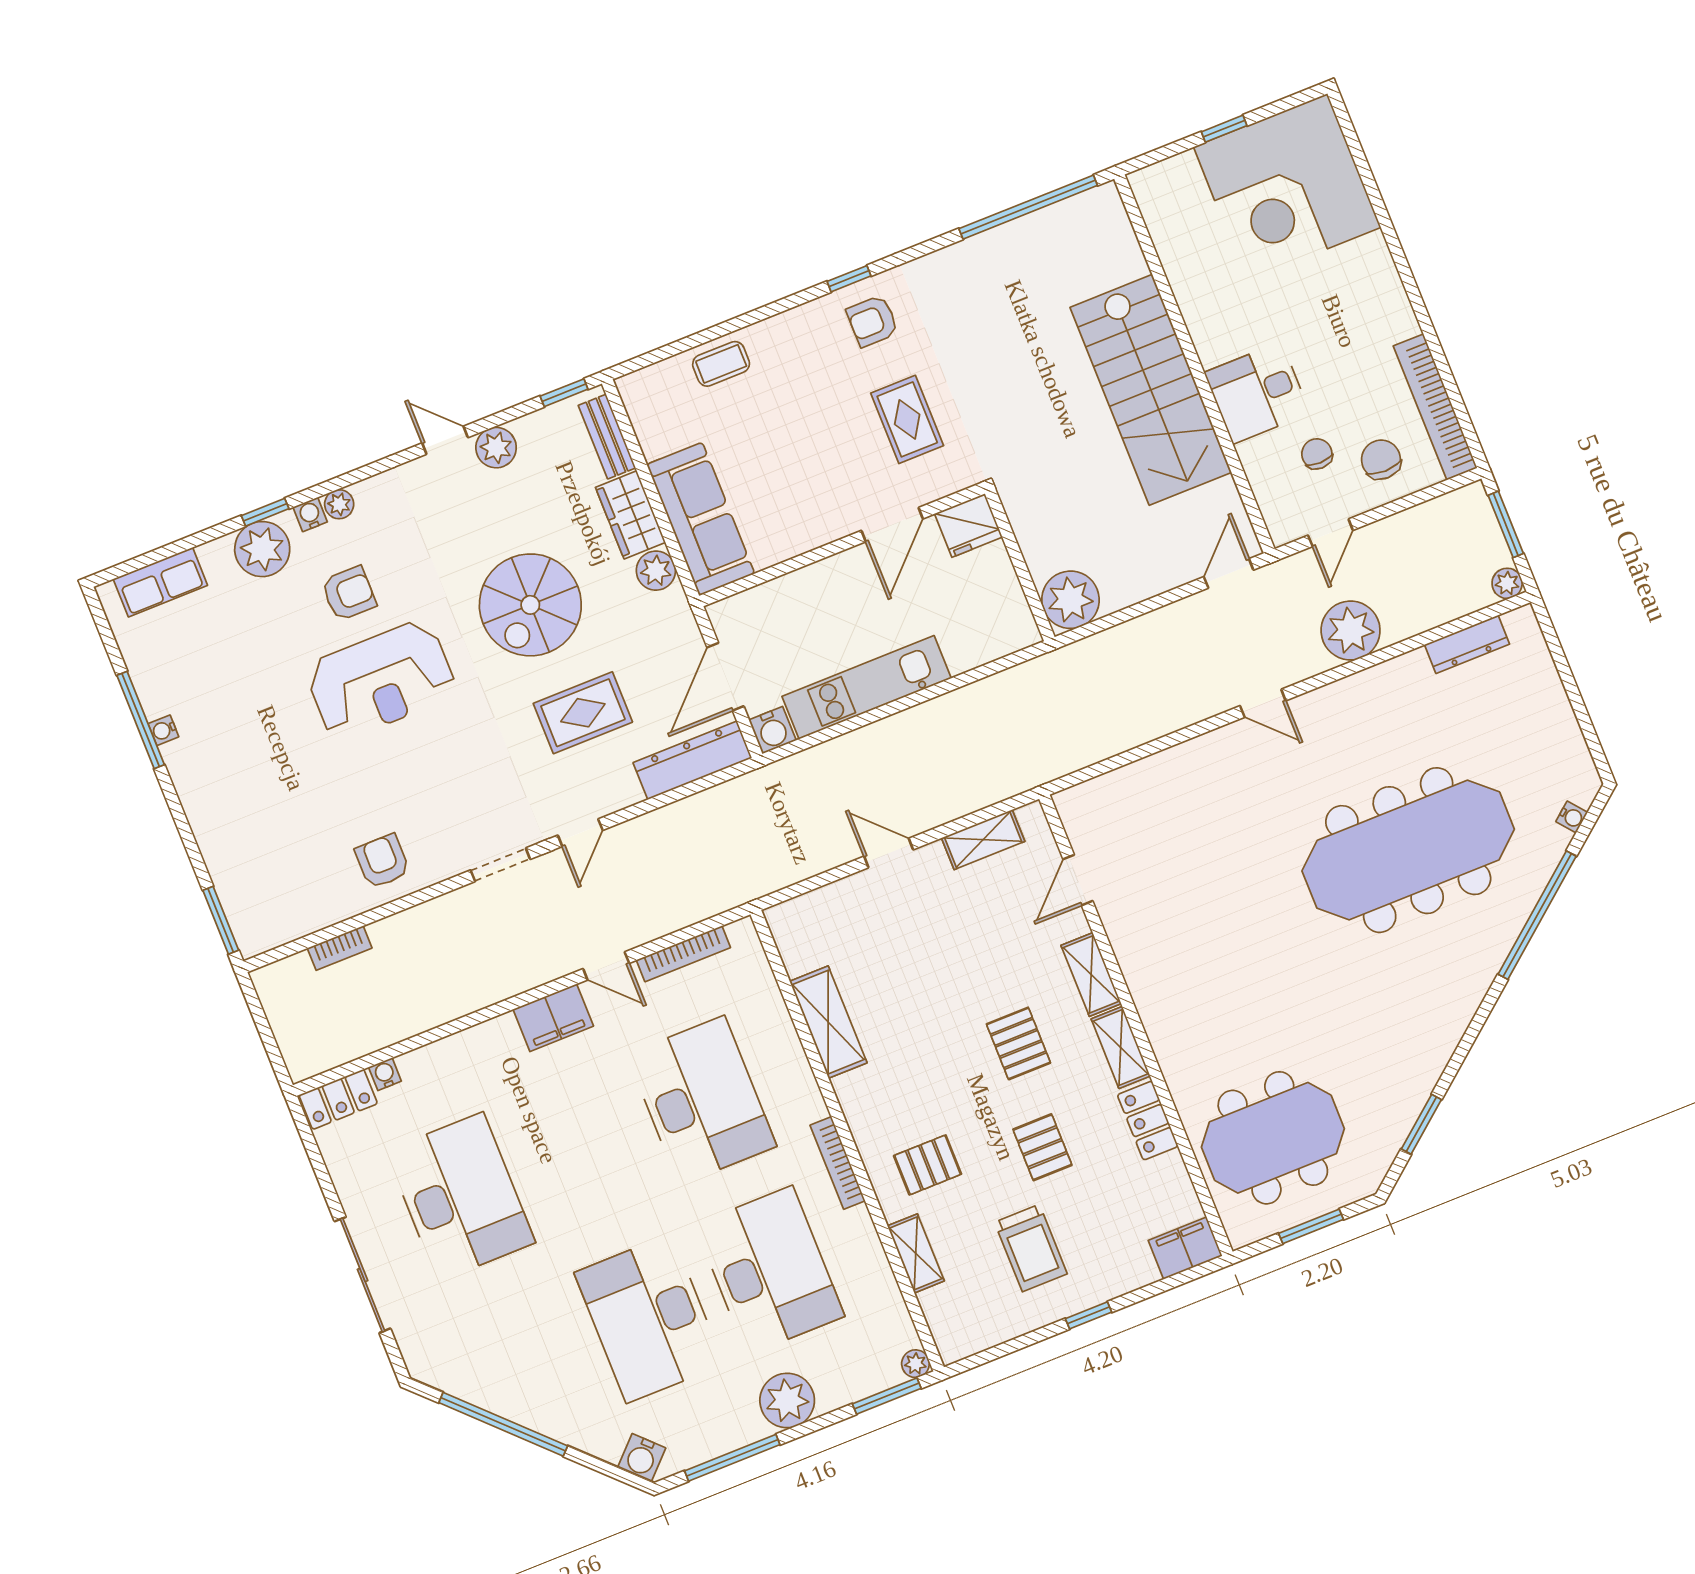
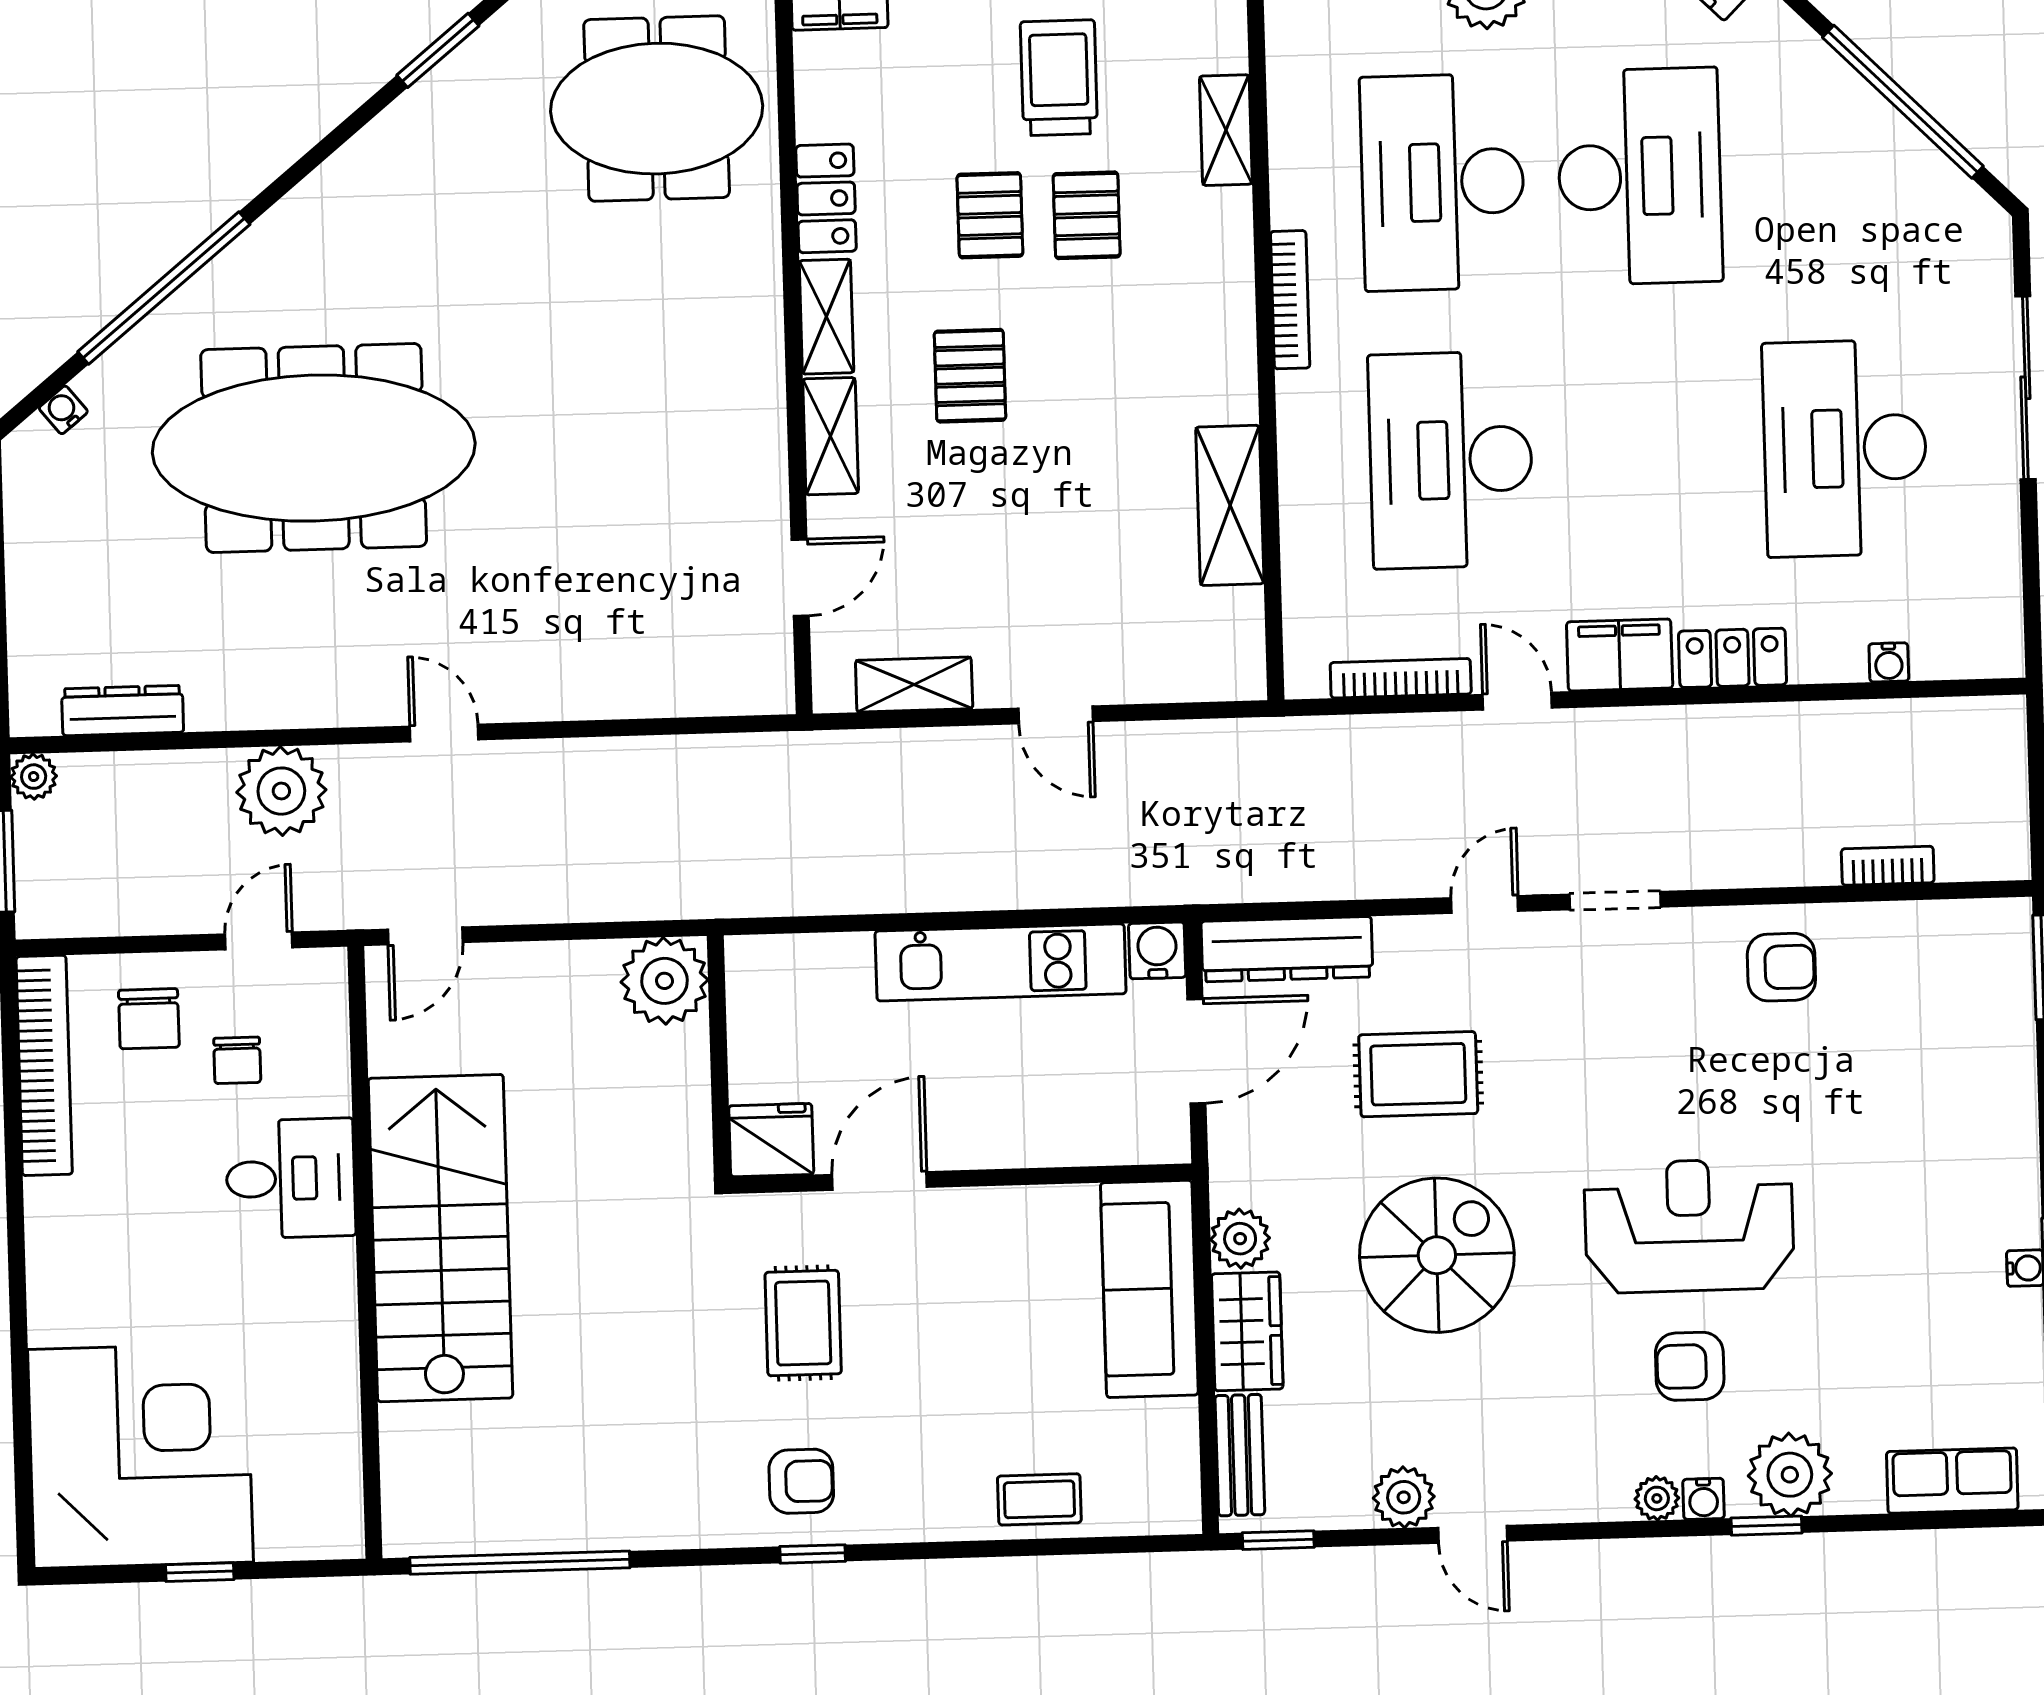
armchair: (382, 861) -> (1781, 967), turned -90
locker: (338, 1099) -> (1733, 658), moved
pallet: (928, 1165) -> (1087, 215), moved, turned 90

